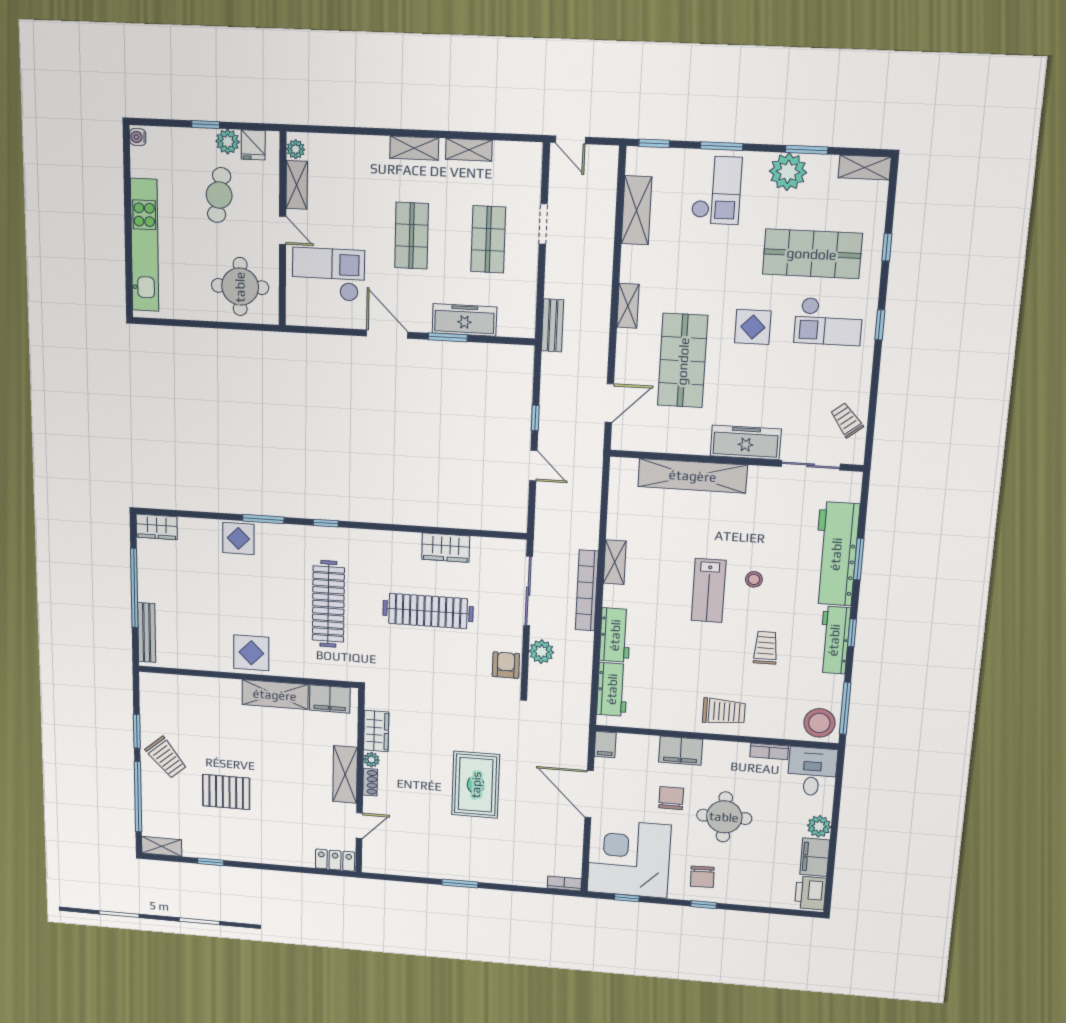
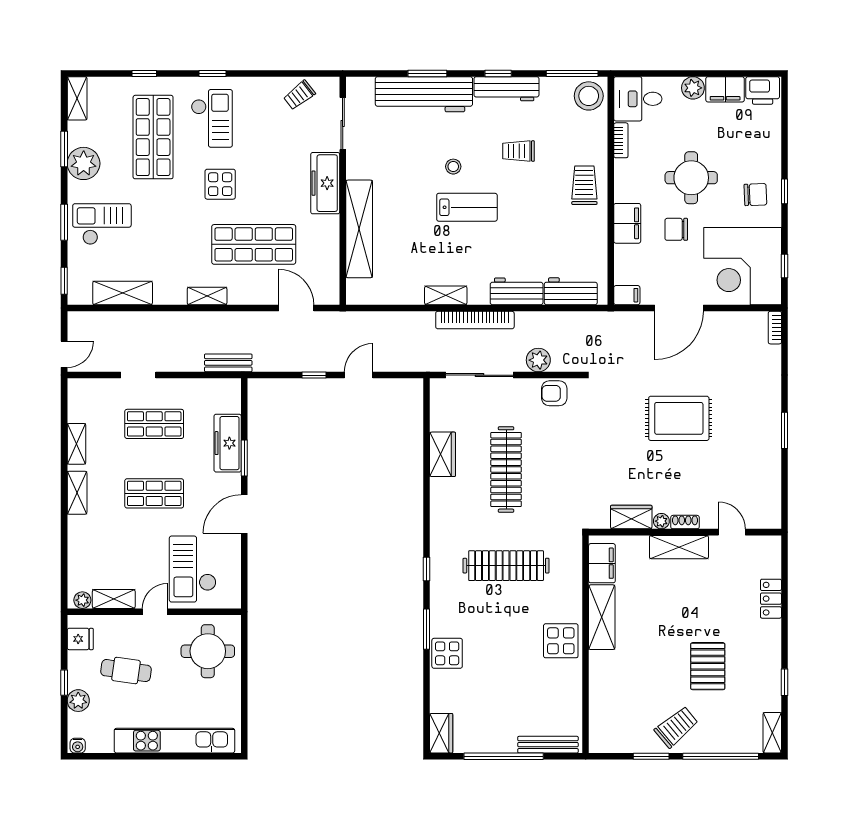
plant: (228, 142) -> (78, 701), moved
locker: (335, 860) -> (771, 599), moved

